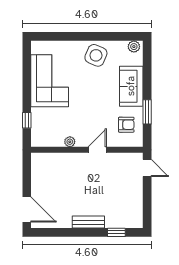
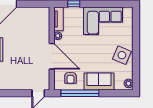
window: (147, 112) -> (80, 93), width x2.11
tv unit: (47, 141) -> (58, 19), added
door: (97, 150) -> (52, 56), width x1.87

